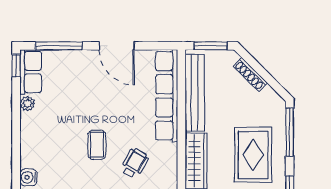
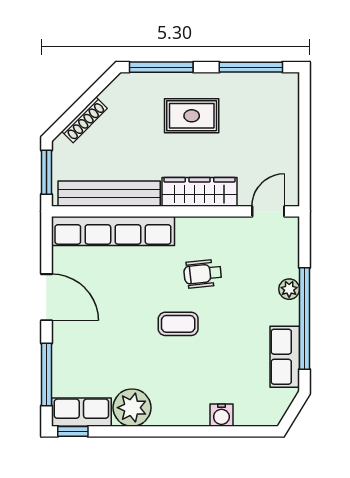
door: (117, 46) -> (46, 297), hinge flipped
plant: (27, 104) -> (132, 408), width x1.88, depth x1.88
rug: (253, 155) -> (192, 116), width x0.73, depth x0.70
wheelchair: (135, 163) -> (203, 274), turned -35

